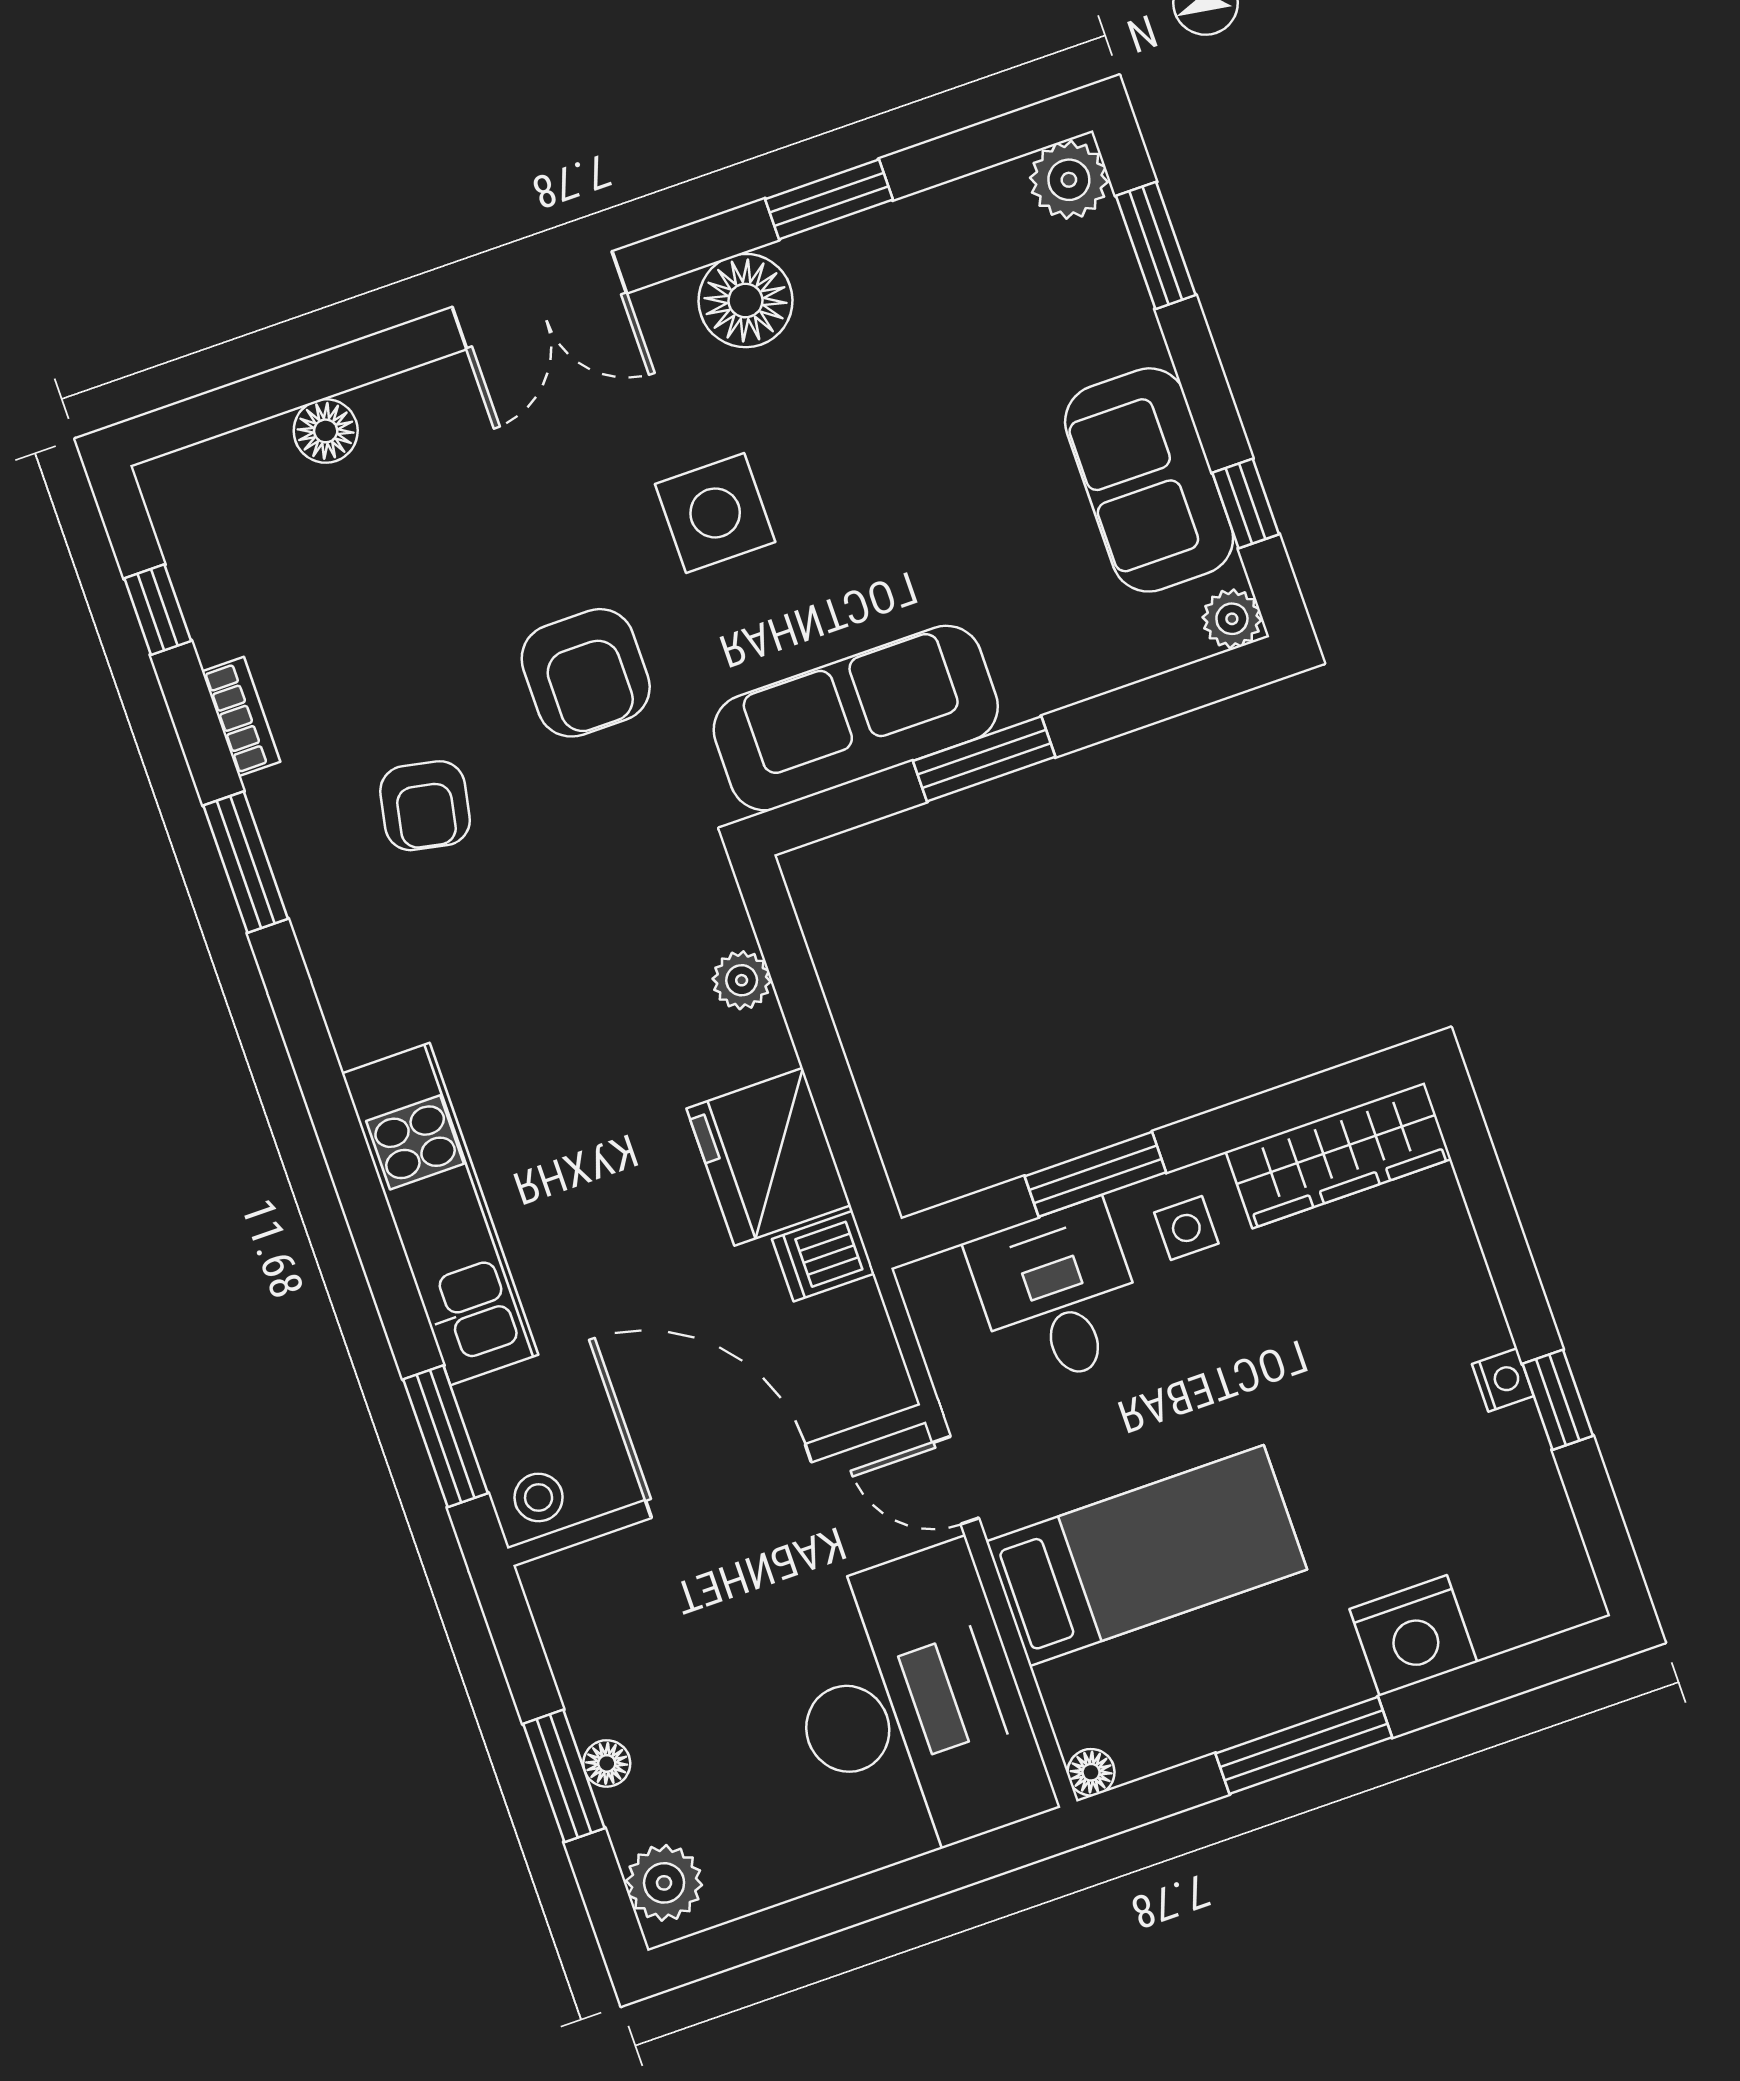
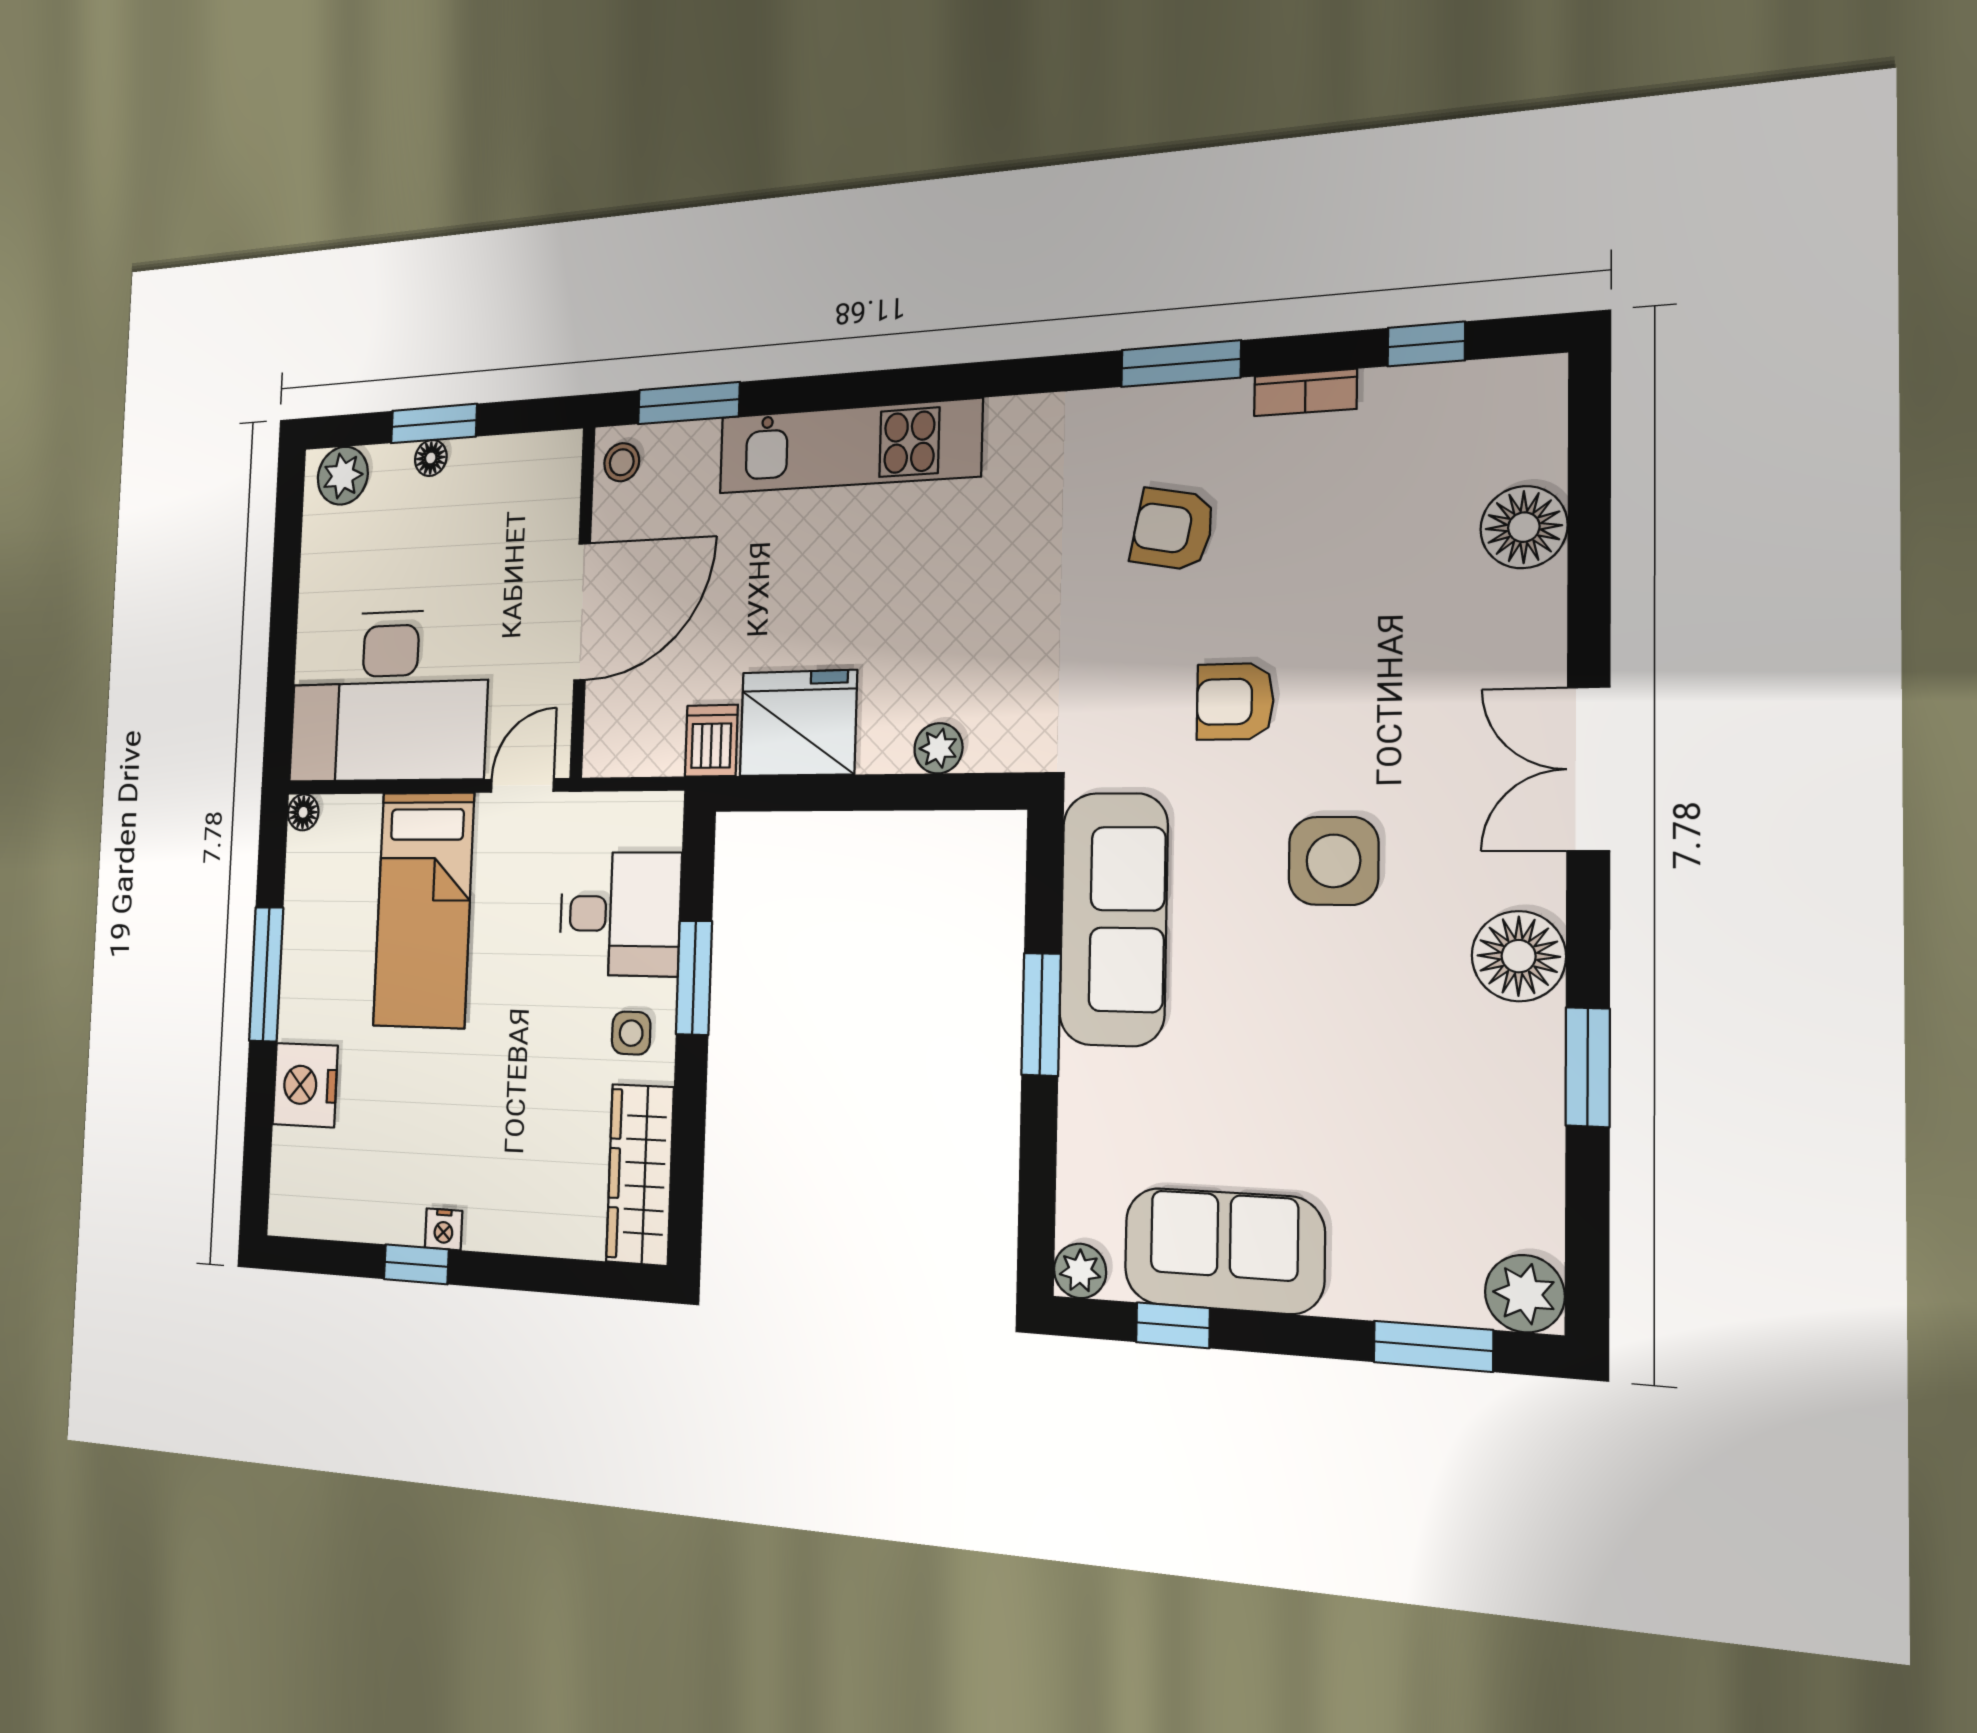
floor lamp: (326, 431) -> (1524, 527), width x1.38, depth x1.38
armchair: (586, 673) -> (1235, 702), width x0.72, depth x0.72

